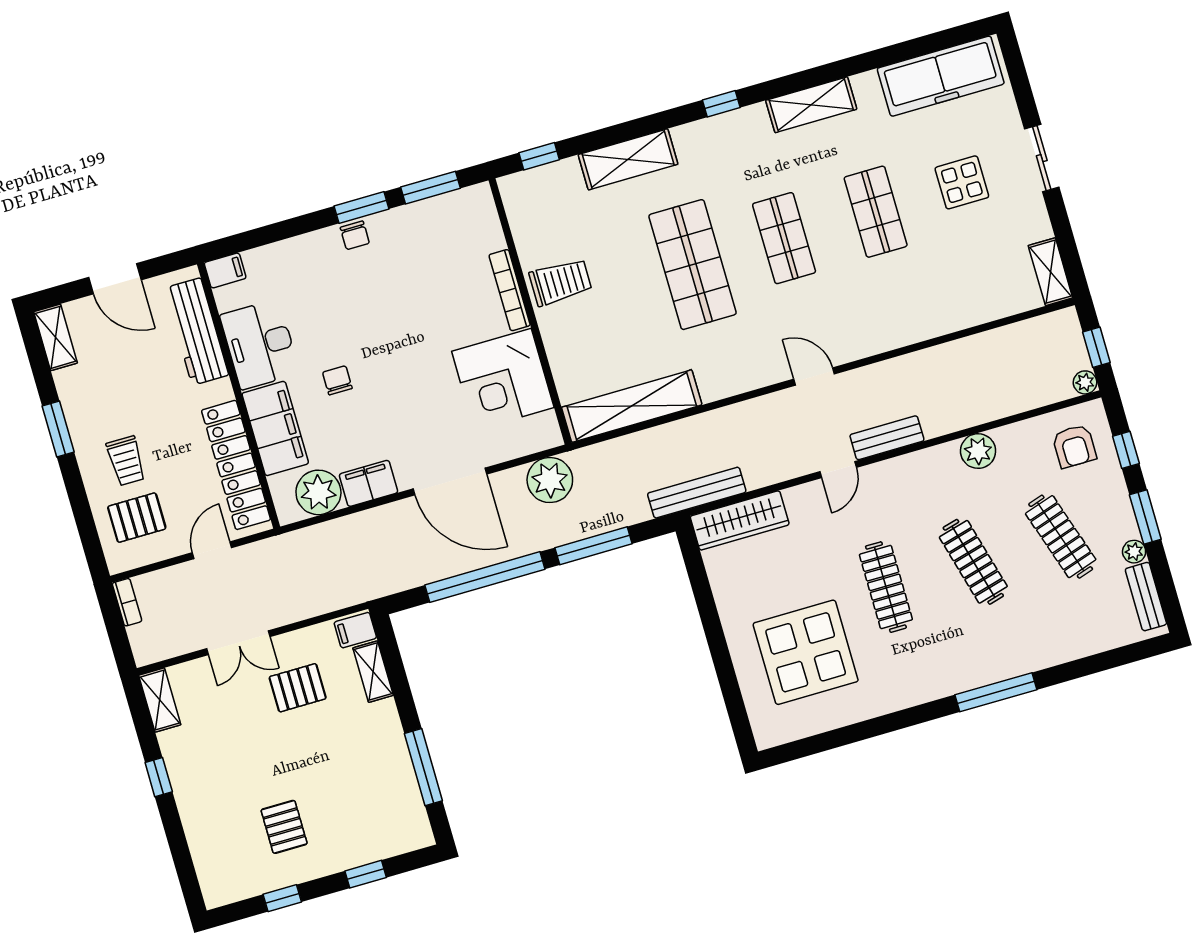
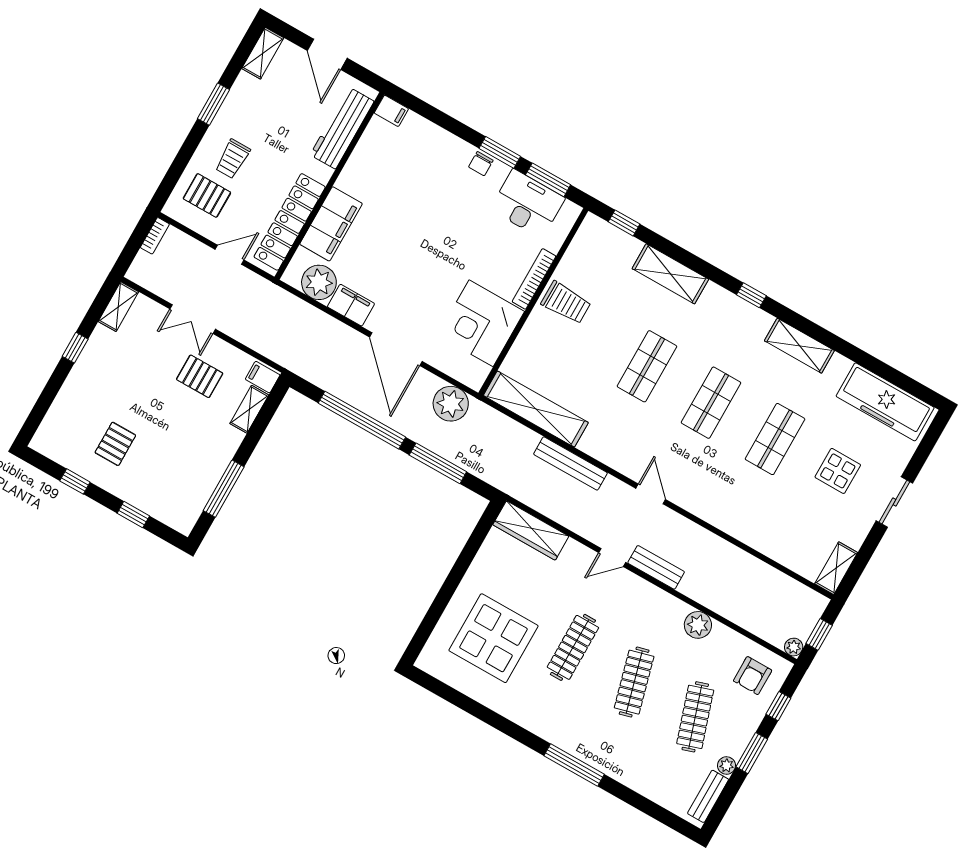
shop shelf: (693, 265) -> (647, 366), width x0.70, depth x0.74
desk: (260, 344) -> (528, 204), moved, turned 90
chair: (337, 380) -> (391, 232), removed
bench: (697, 493) -> (570, 463), moved

